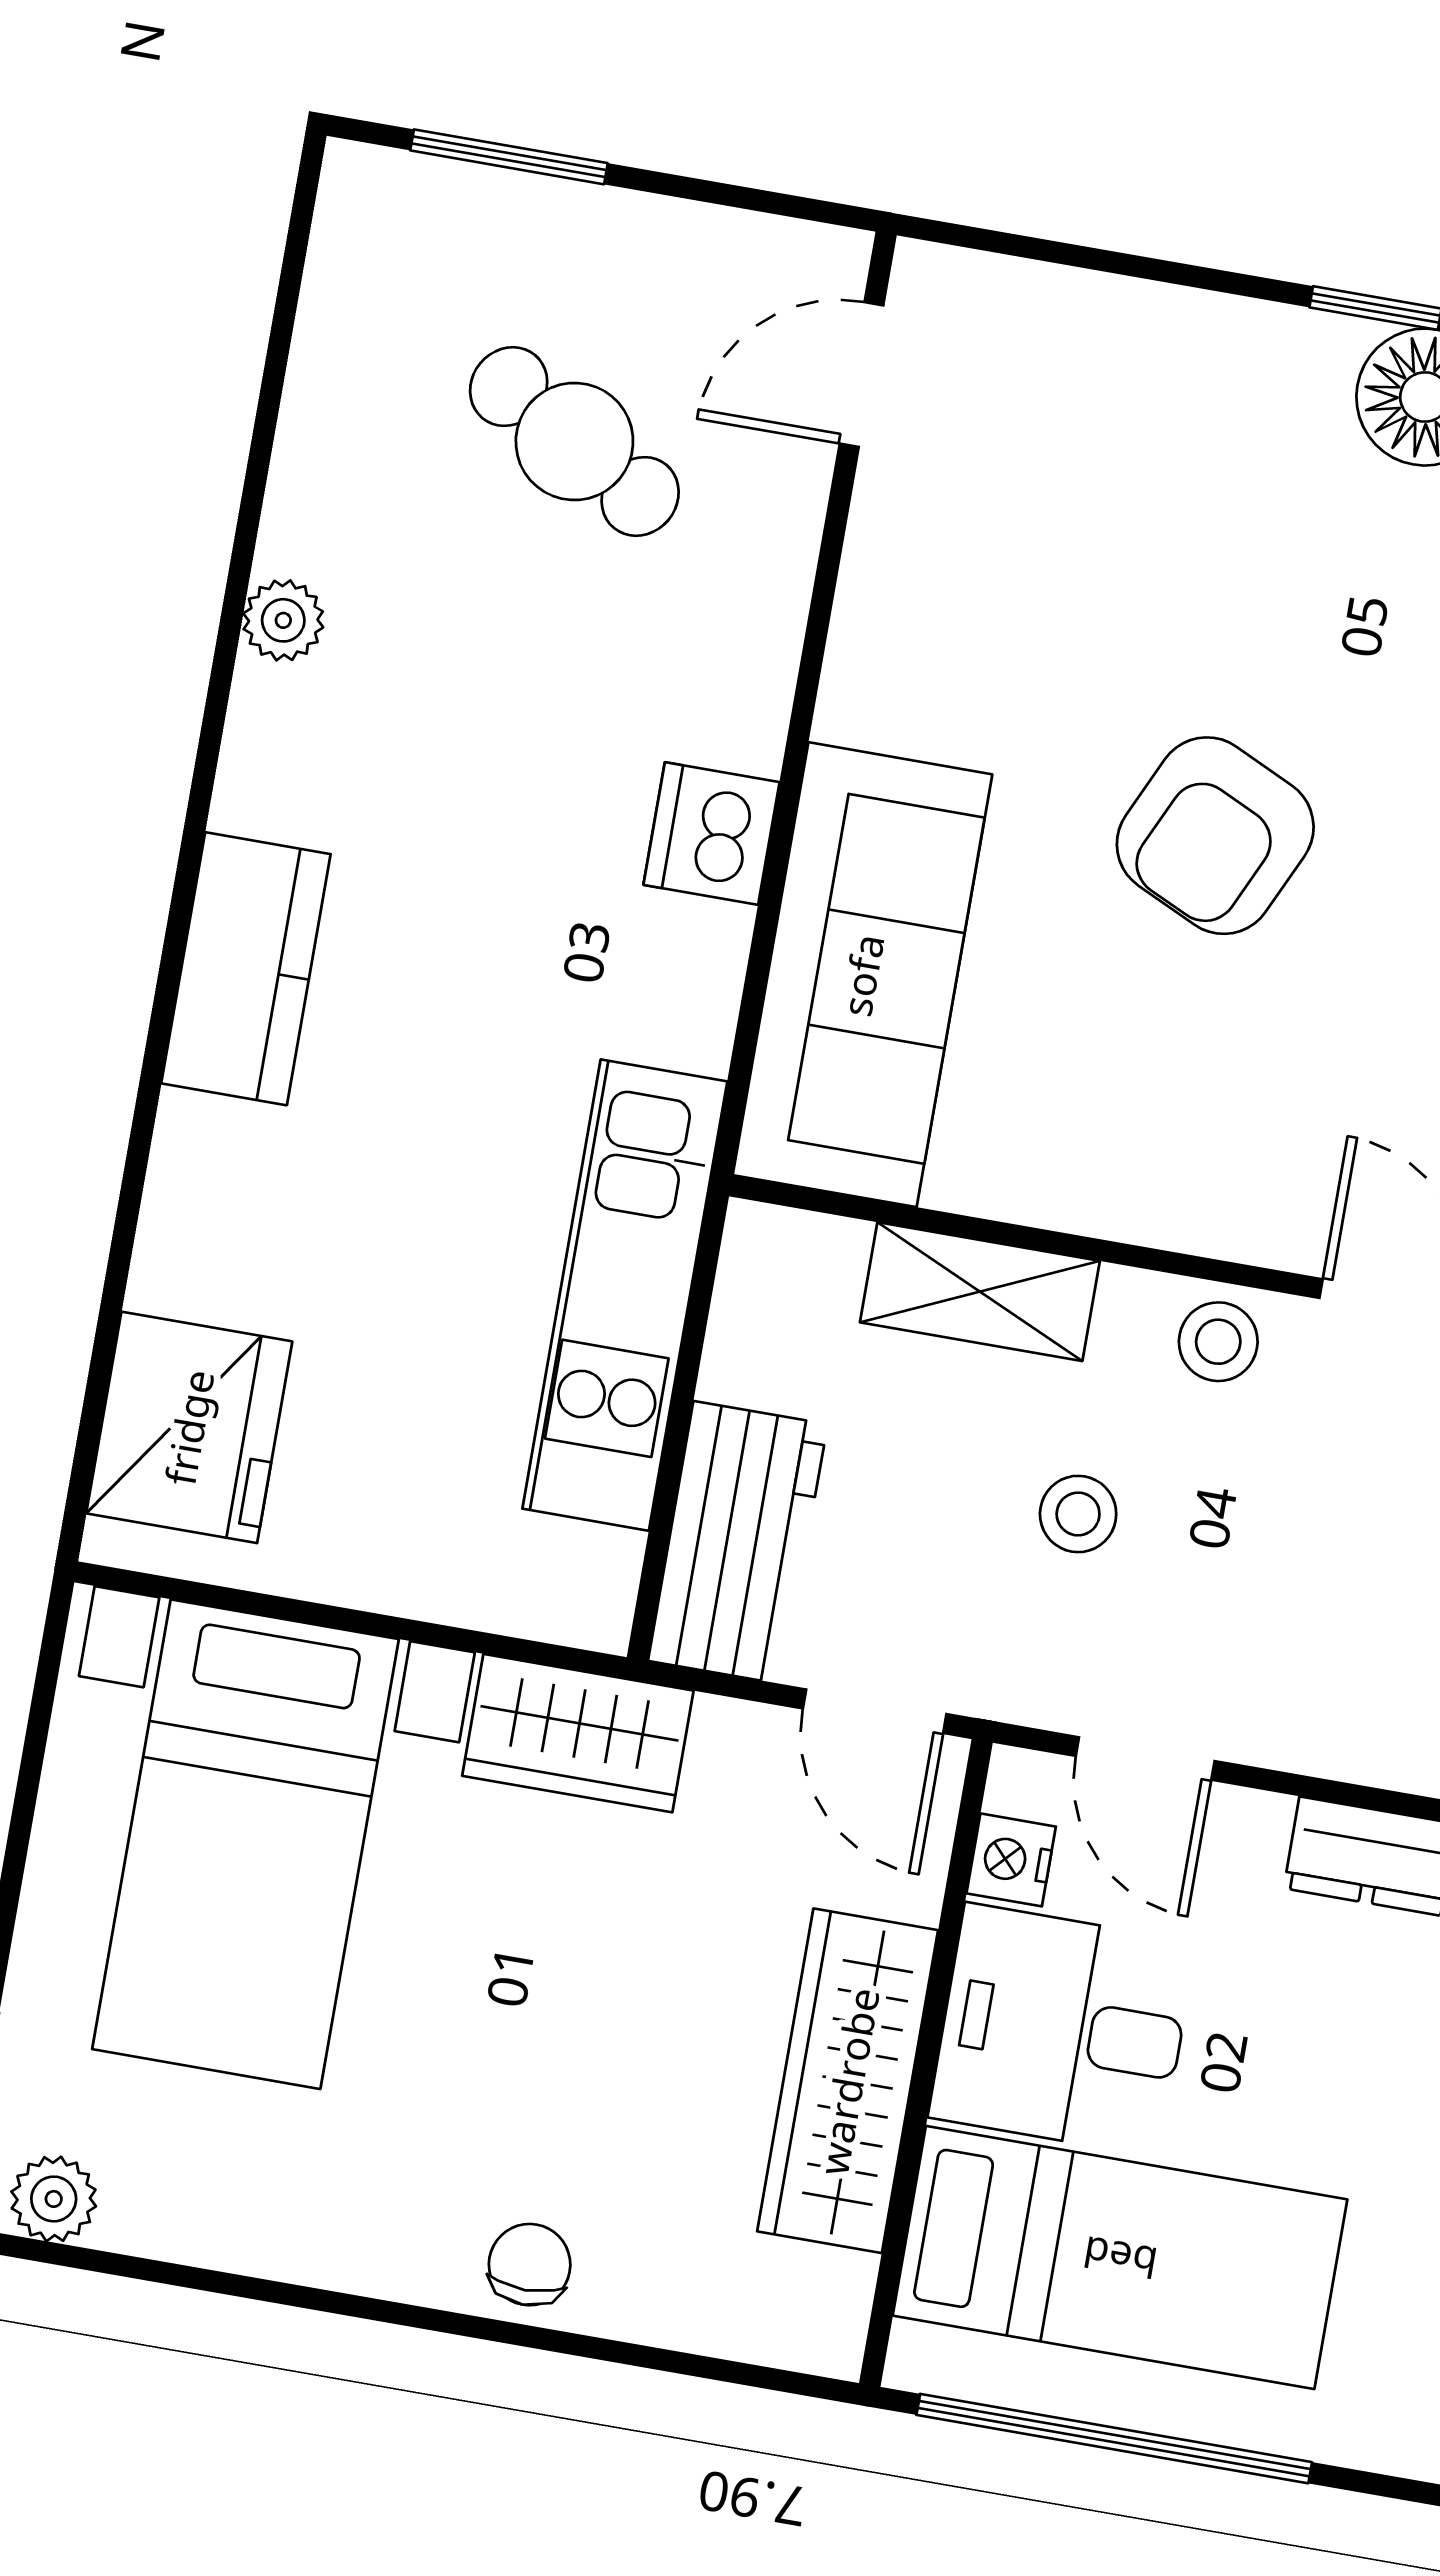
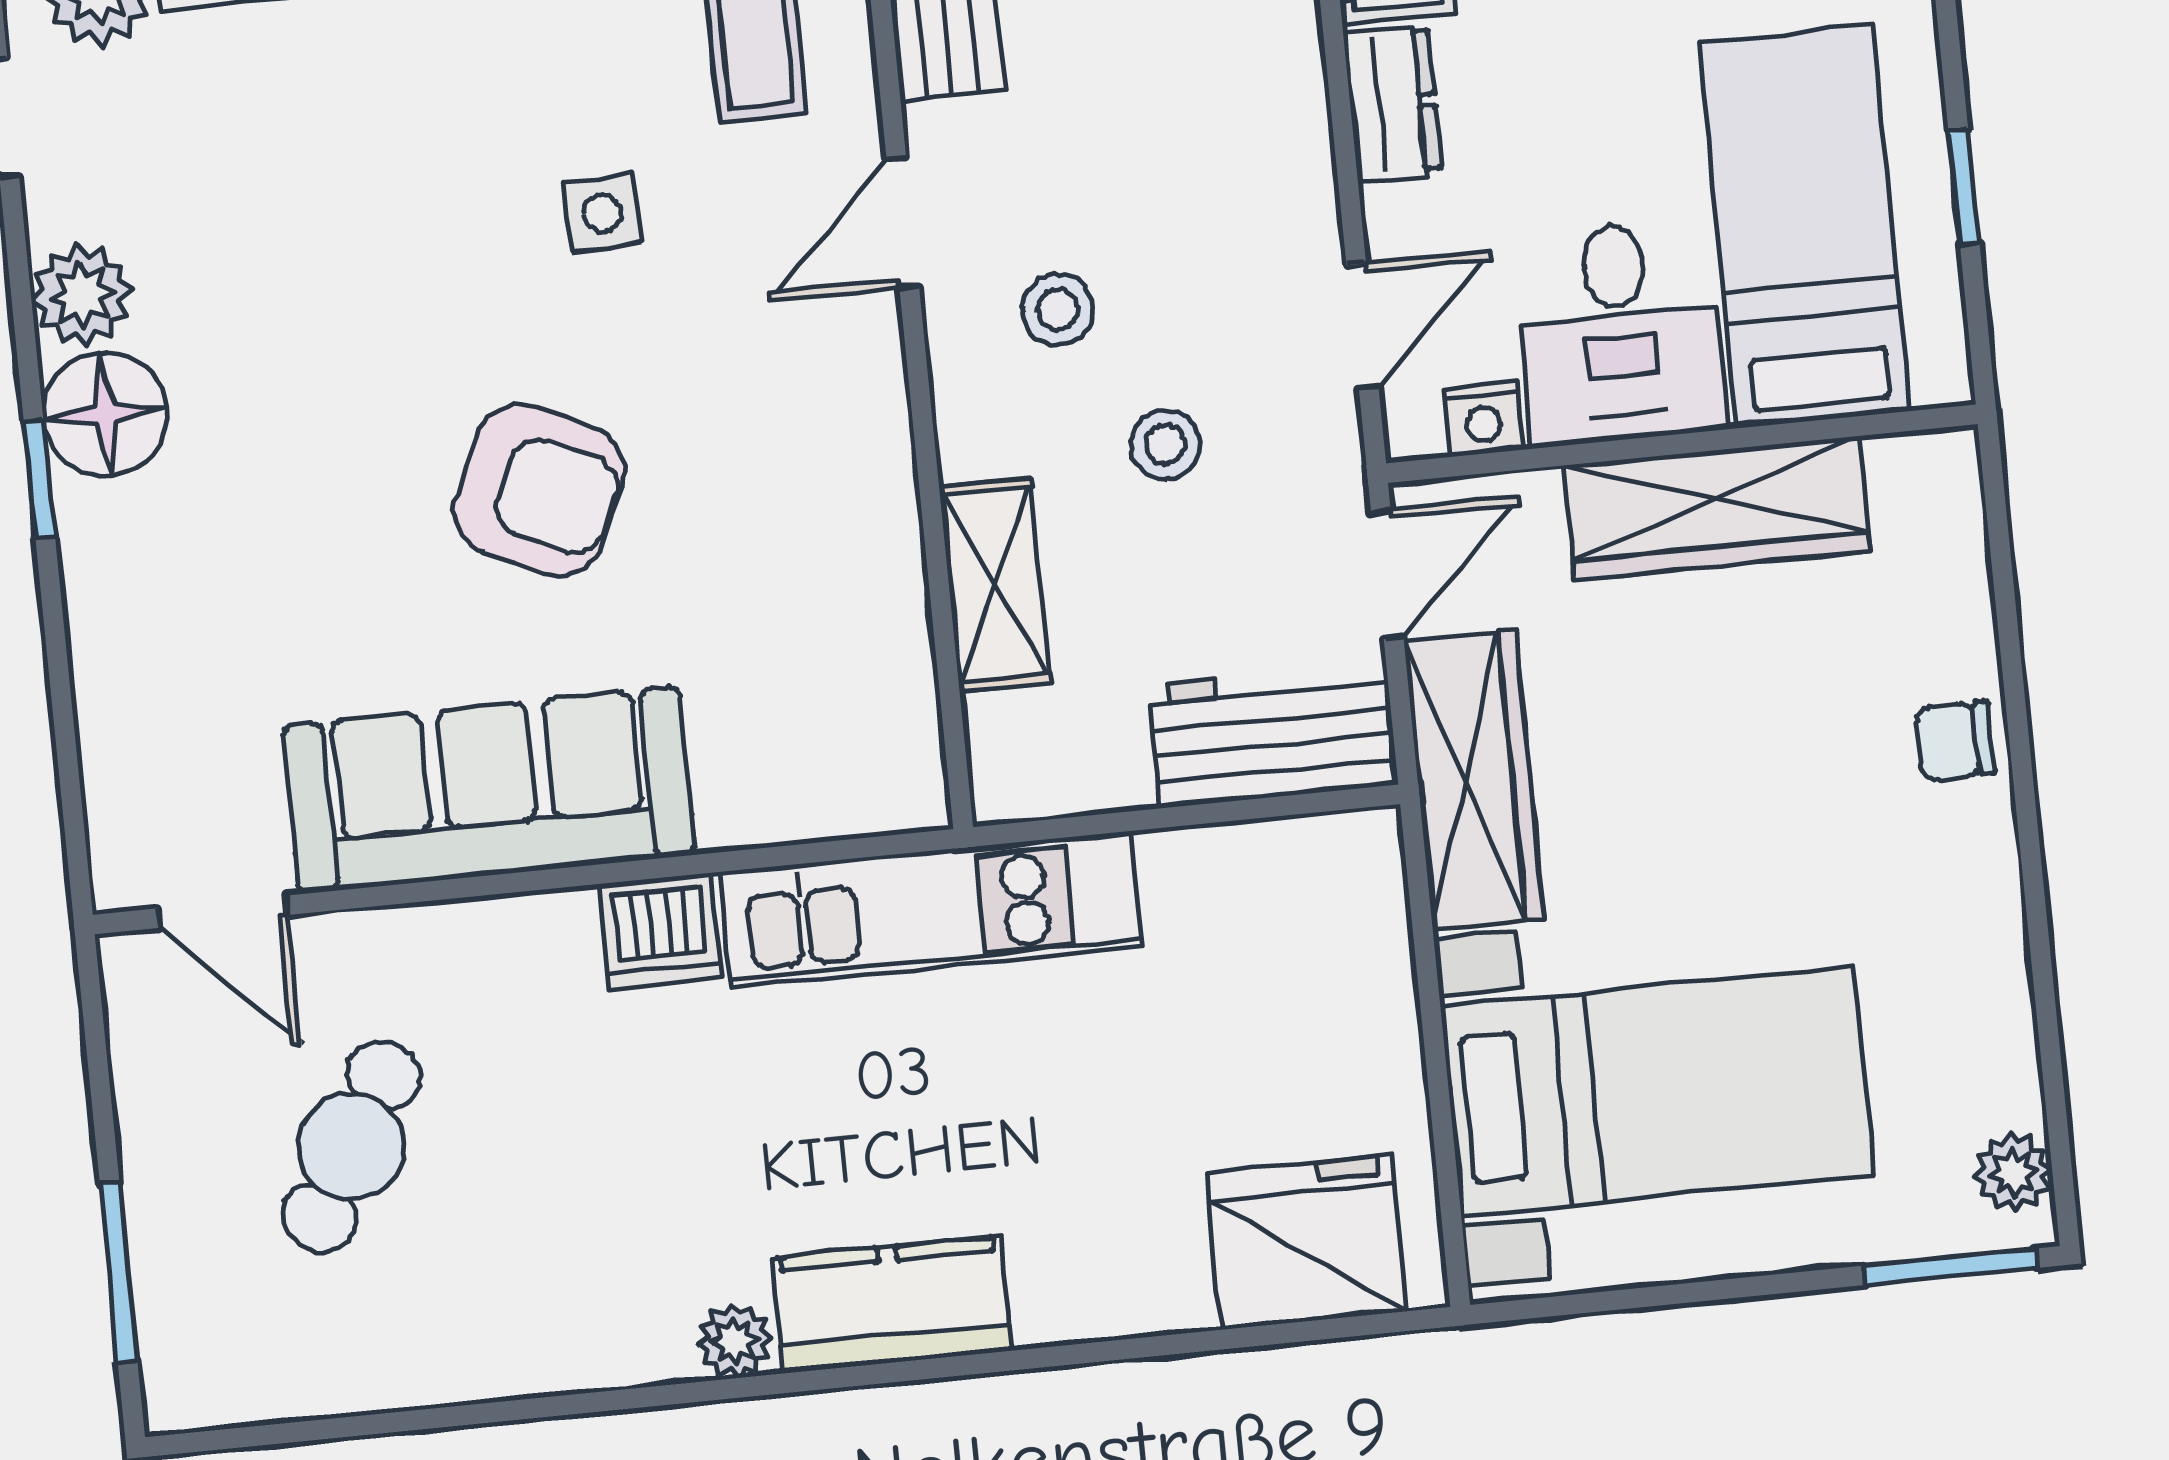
plant: (283, 620) -> (735, 1341), moved
sofa: (862, 975) -> (489, 790), moved
kitchen unit: (625, 1295) -> (931, 909), moved
stool: (1218, 1342) -> (1058, 310), moved
wardrobe: (578, 1733) -> (1474, 780), width x1.50
window: (1114, 2439) -> (1964, 188), width x0.32

